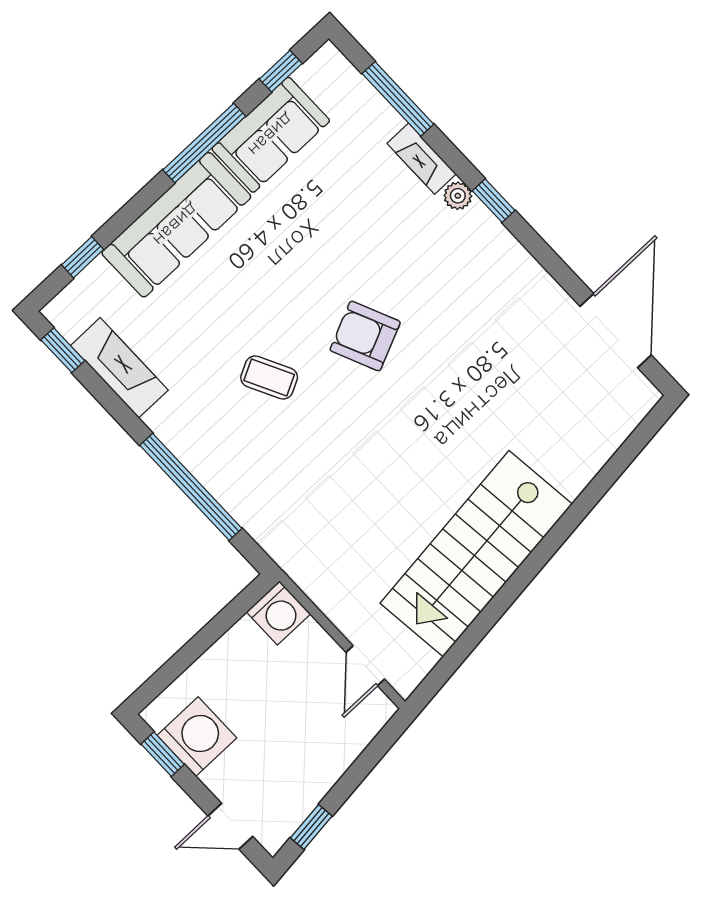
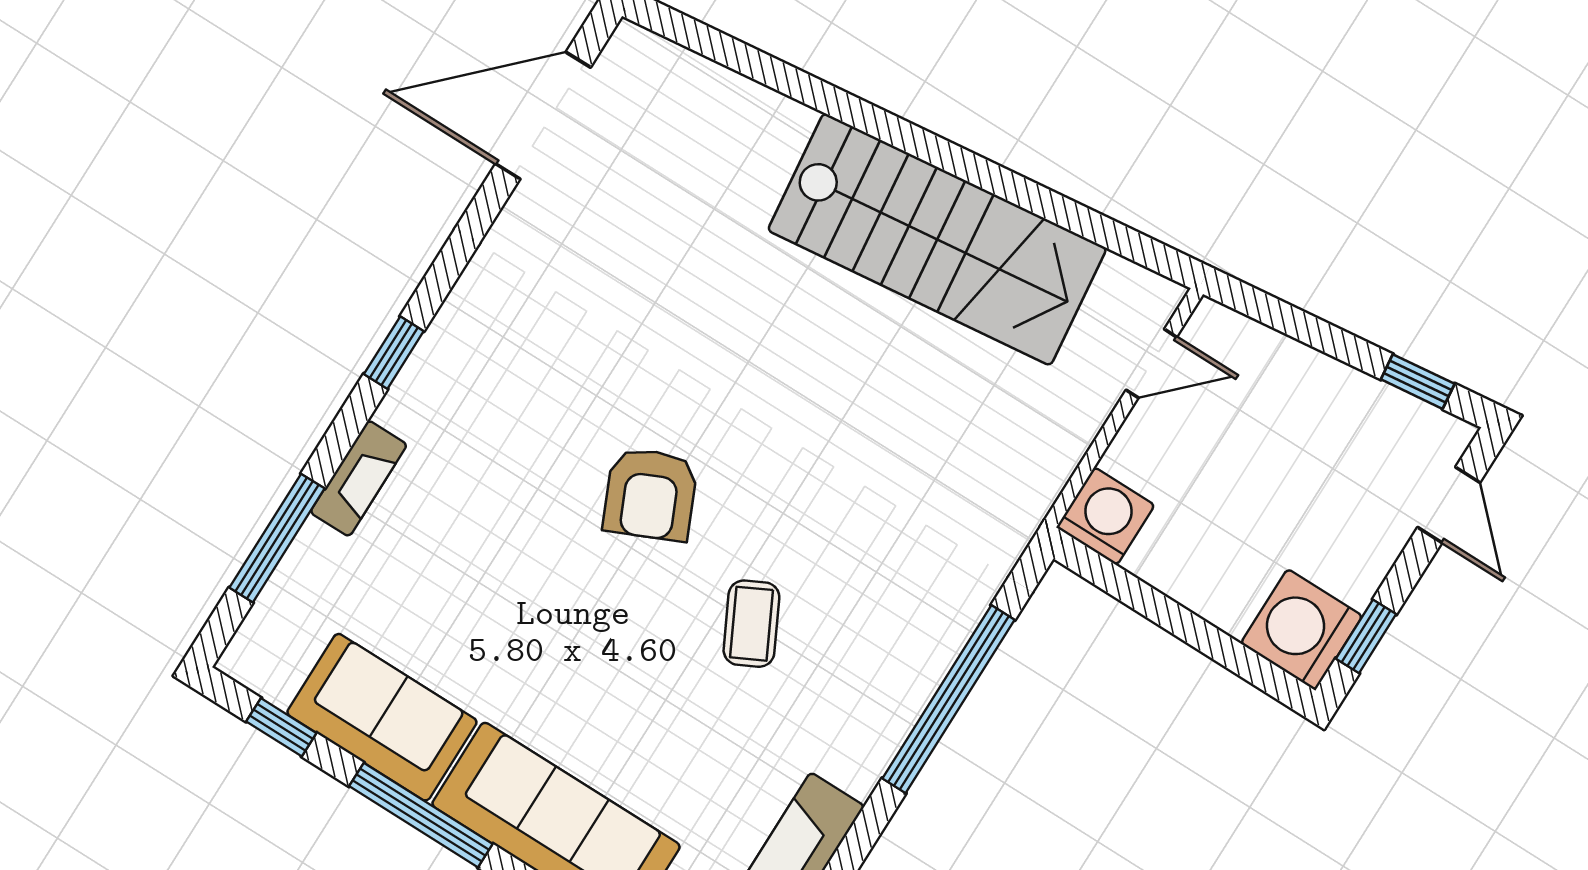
plant: (458, 196) -> (401, 409), removed
washing machine: (197, 737) -> (1302, 630), moved

